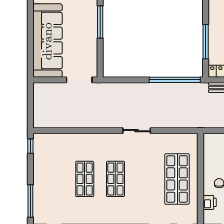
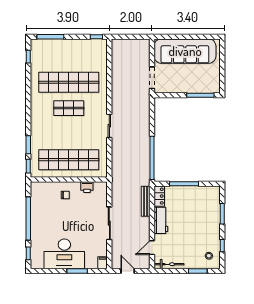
shop shelf: (85, 179) -> (69, 82), width x2.00, depth x1.36
shop shelf: (177, 179) -> (69, 160), width x1.40
printer: (210, 202) -> (87, 187), moved

